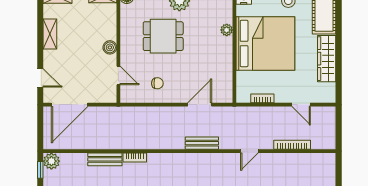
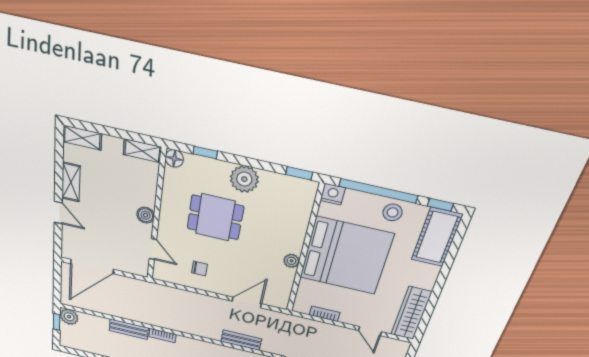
plant: (227, 30) -> (291, 261), moved
wardrobe: (327, 59) -> (411, 313), moved
door: (40, 78) -> (58, 213), moved

